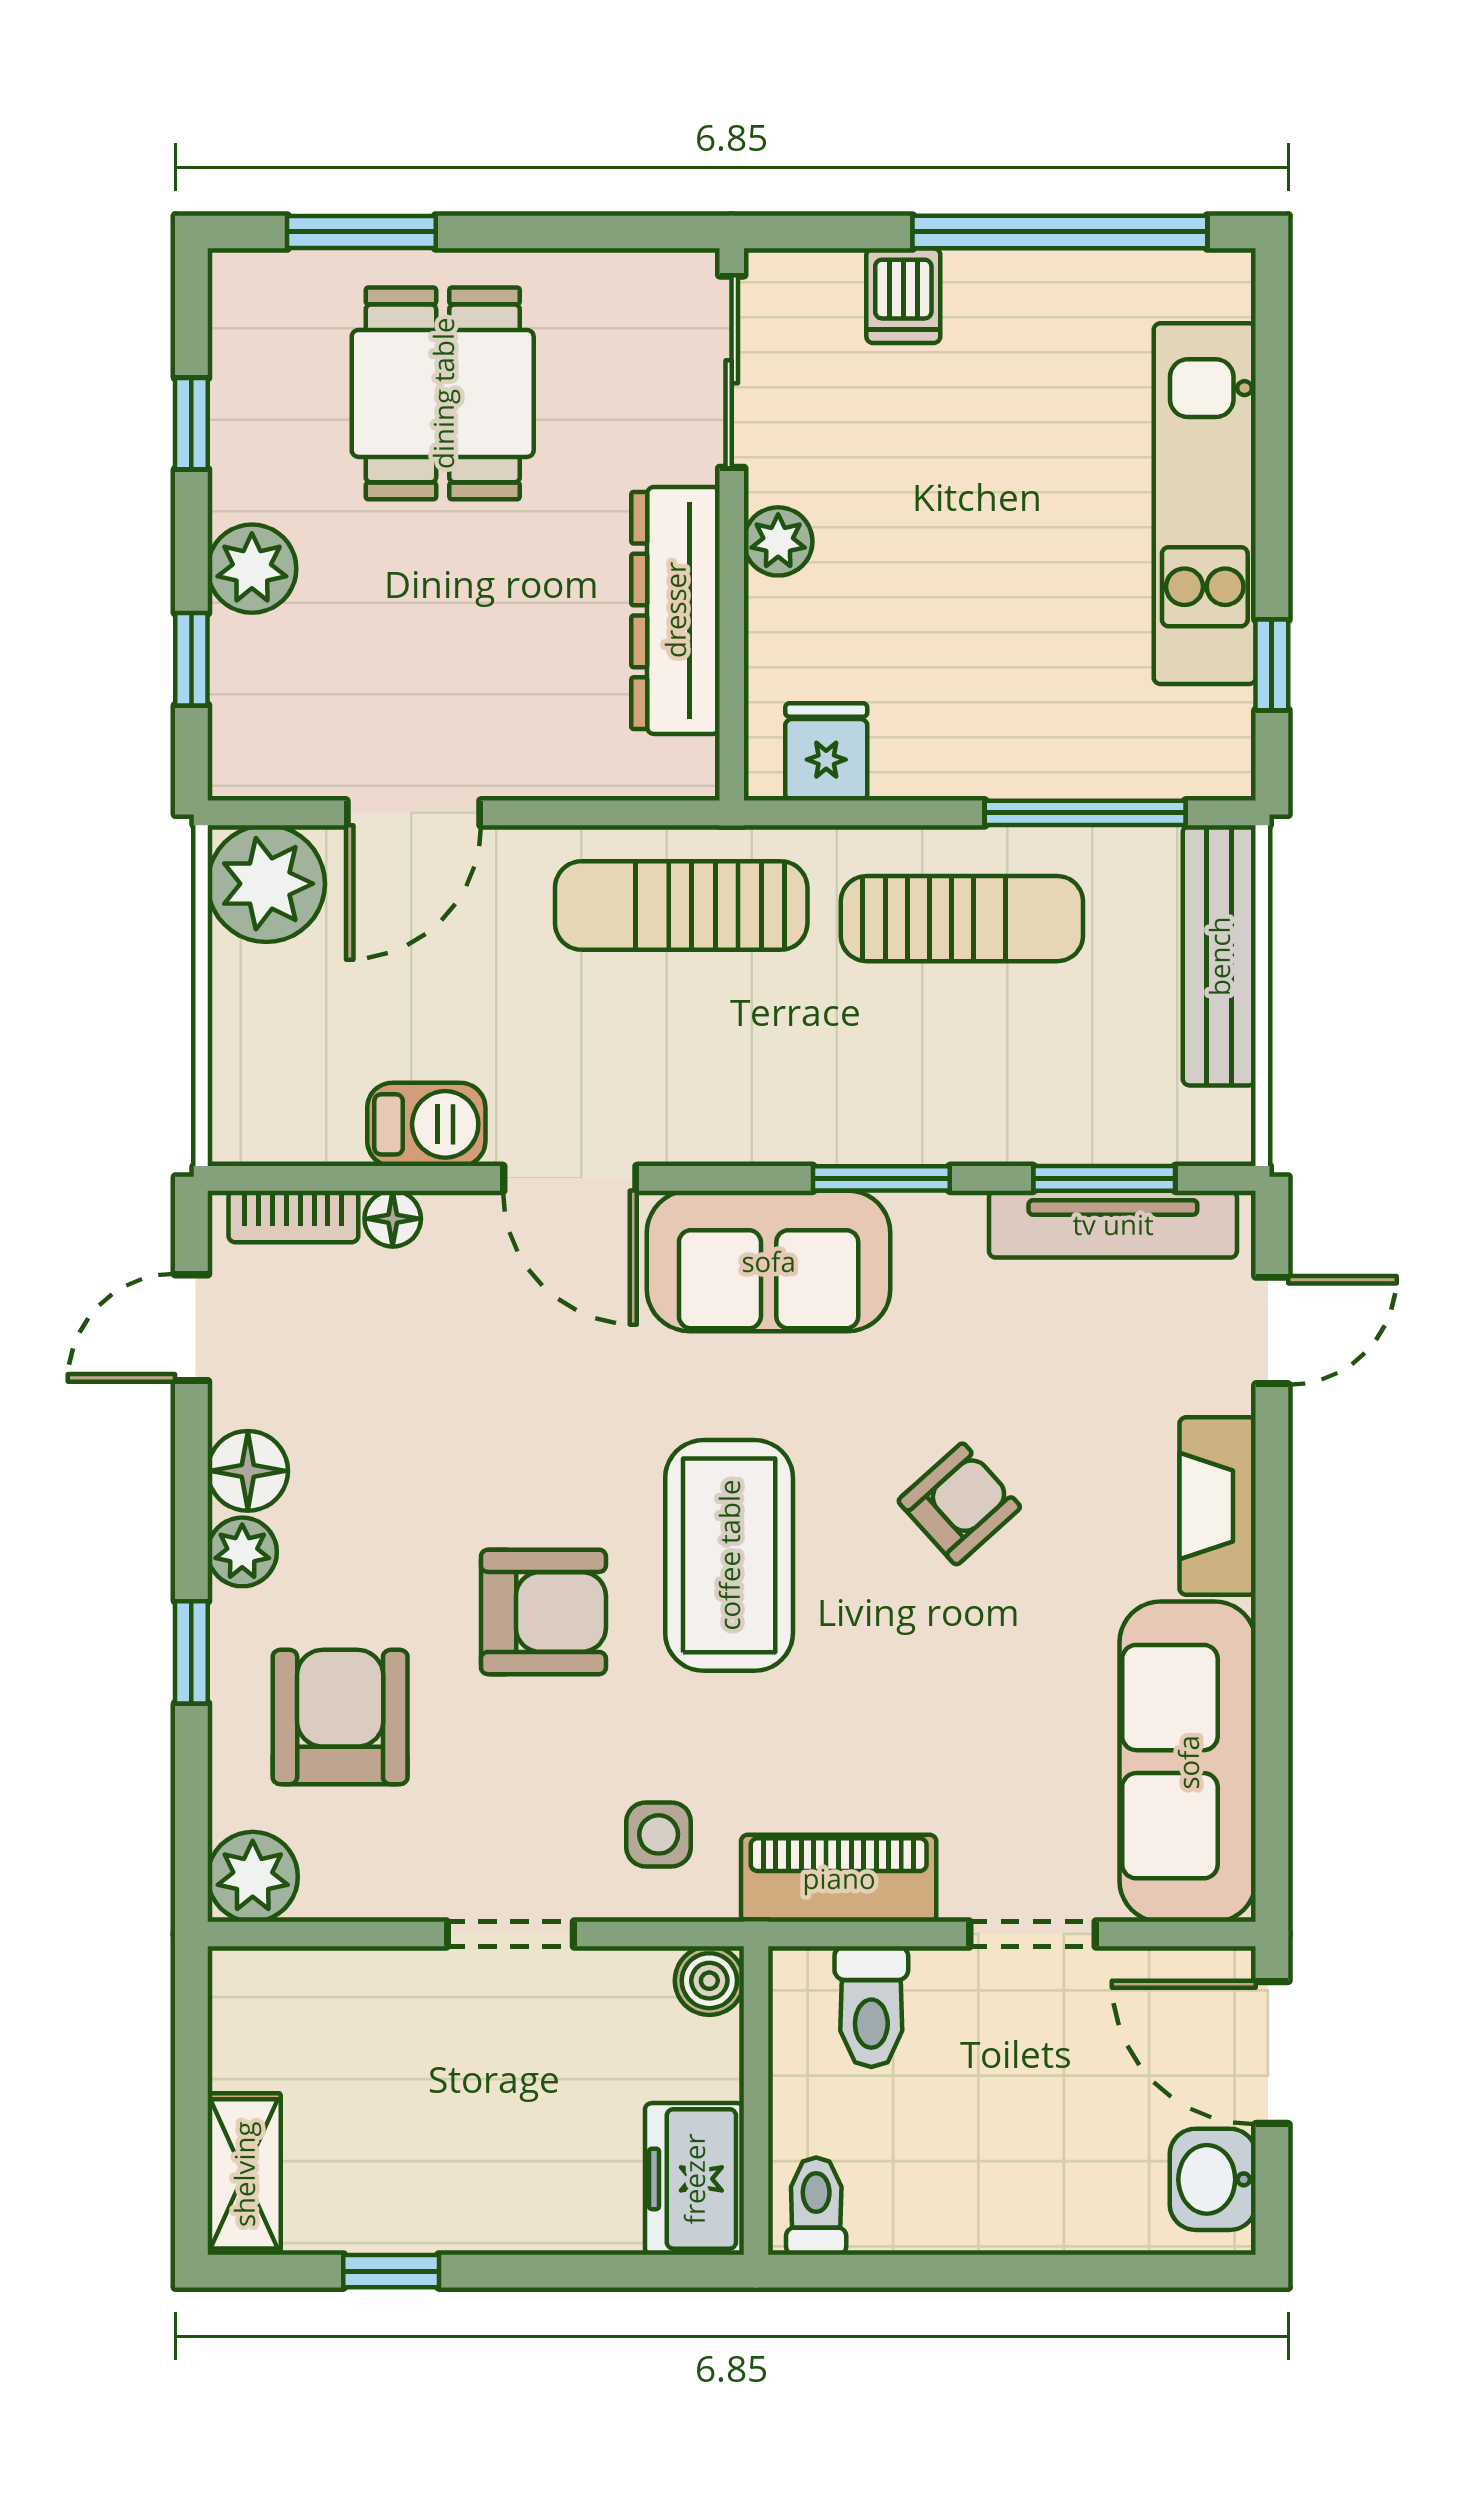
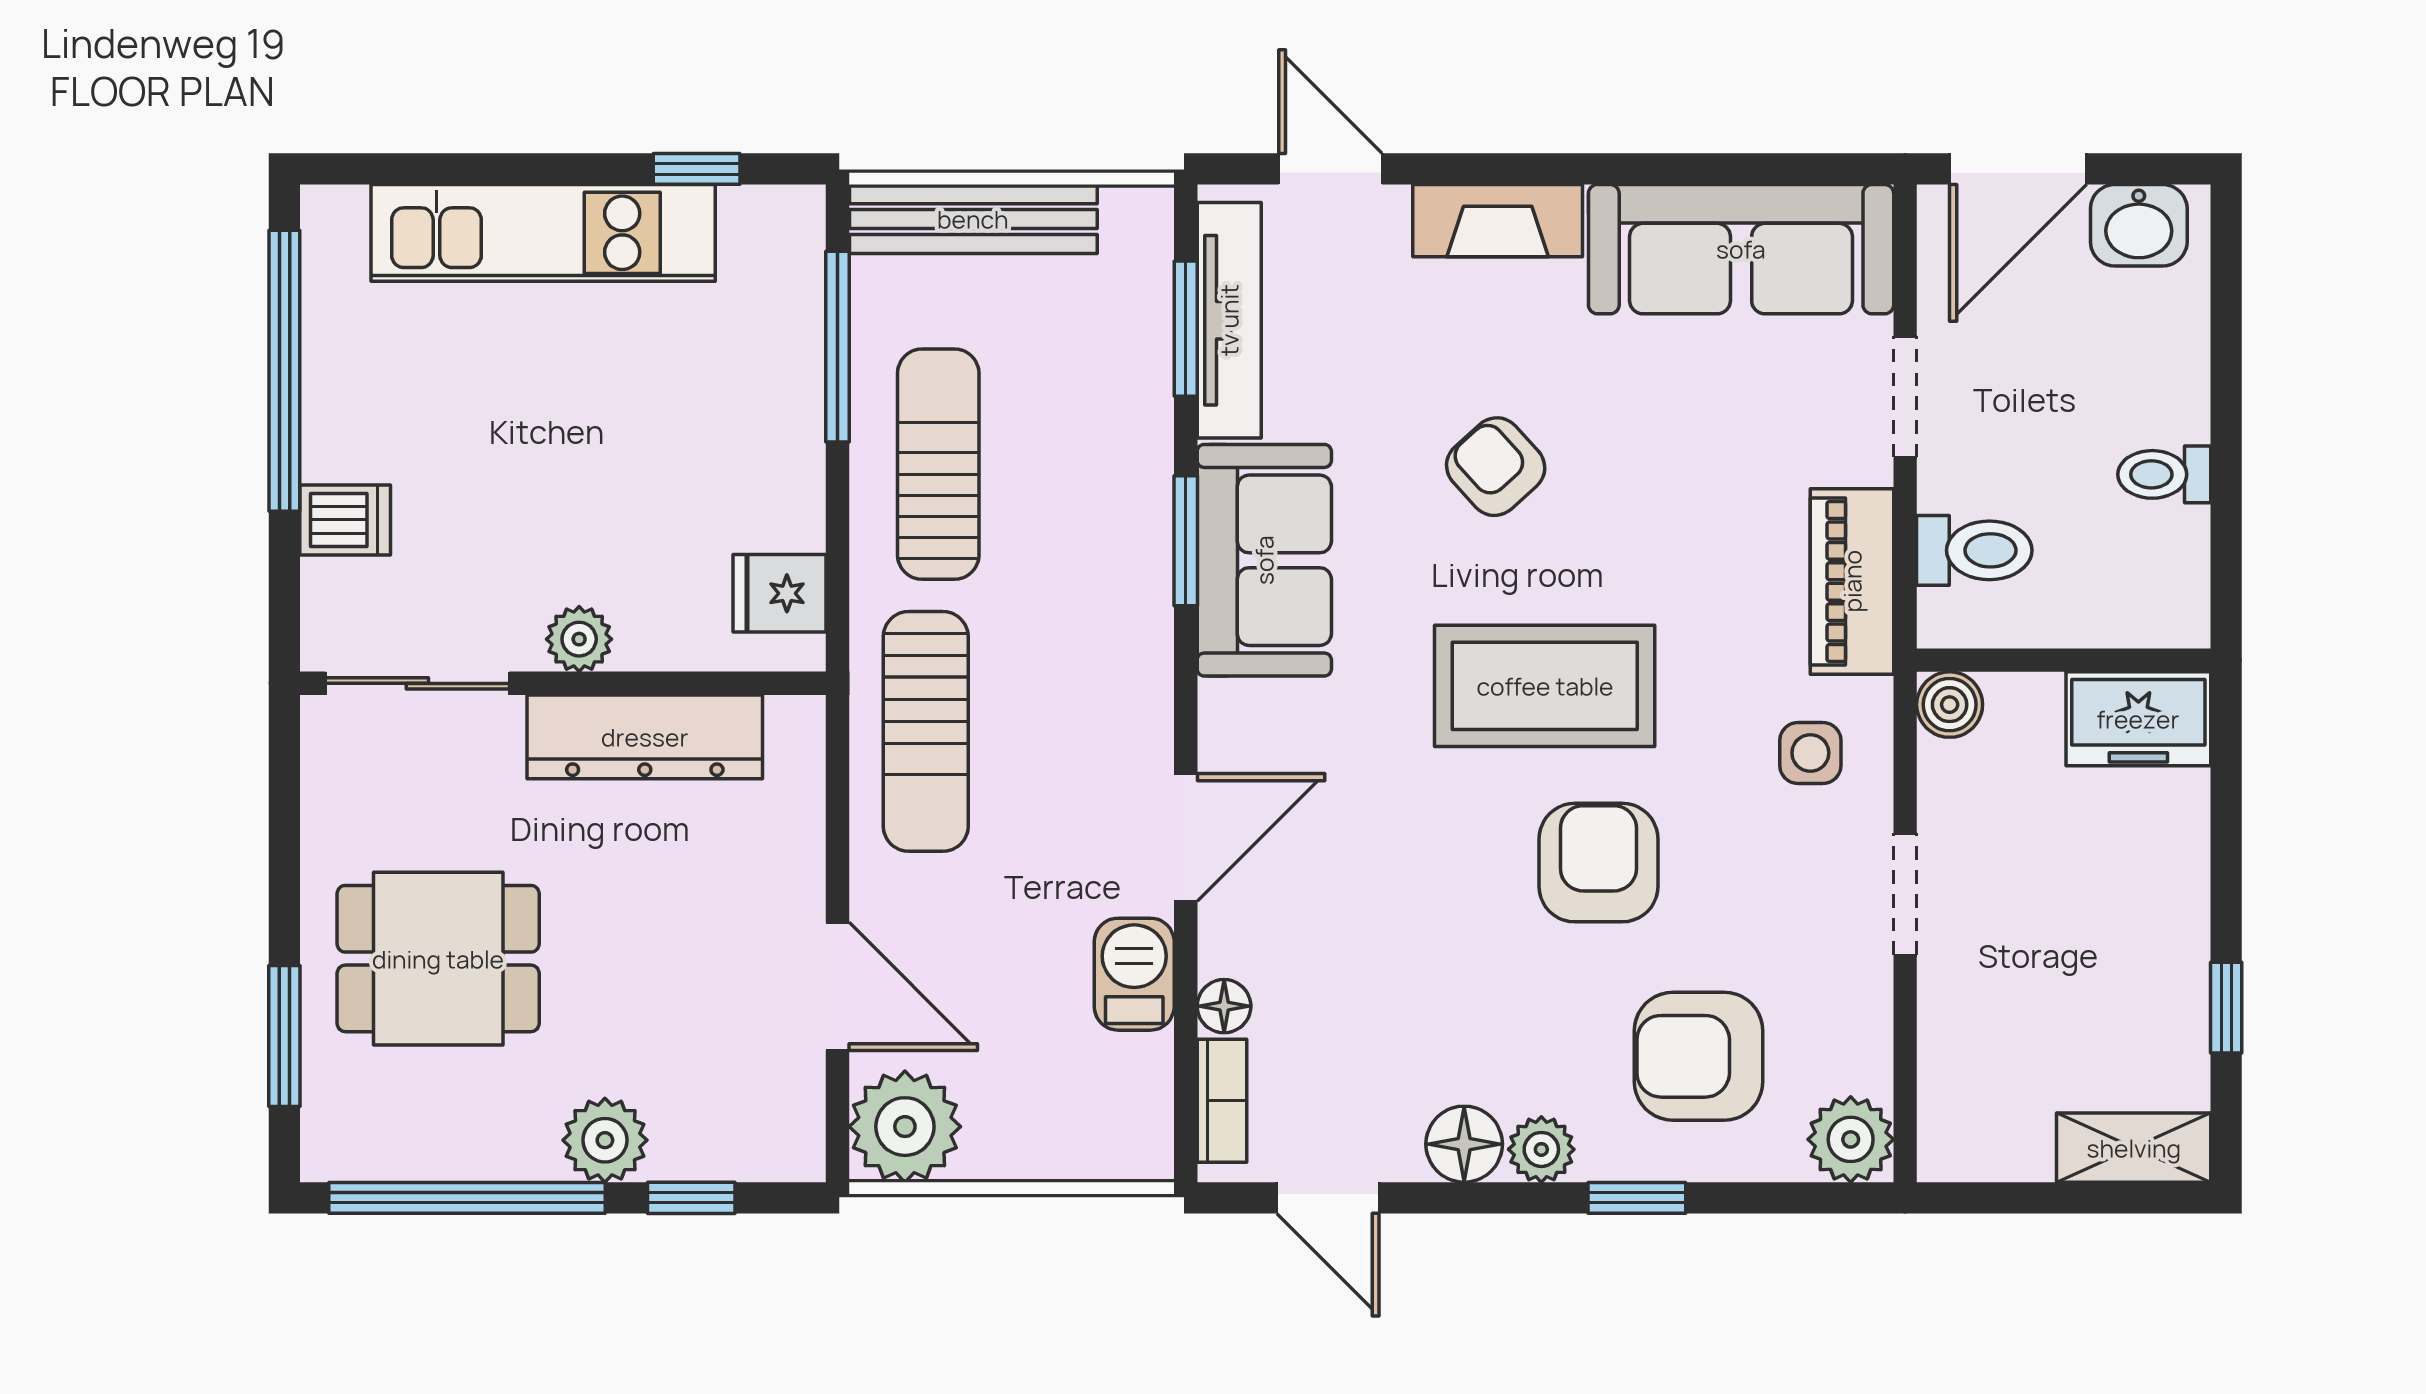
window: (191, 424) -> (467, 1198), width x3.17
sofa: (769, 1261) -> (1264, 560), moved
toilet: (816, 2206) -> (2164, 474), moved

